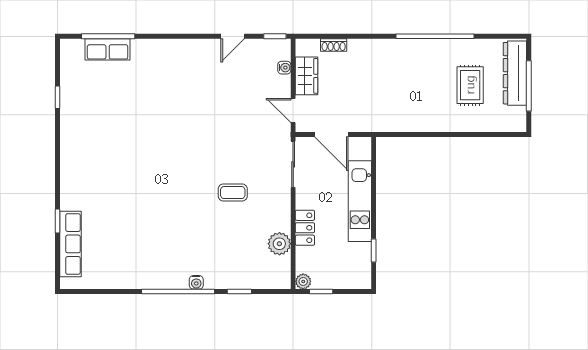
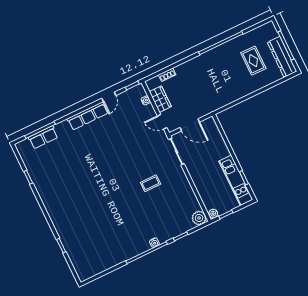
dresser: (515, 73) -> (282, 57), moved
kitchen unit: (360, 201) -> (236, 180), moved
locker: (305, 228) -> (200, 183), removed
row of seats: (70, 244) -> (88, 116), moved, turned 90
plant: (279, 244) -> (199, 218), moved

